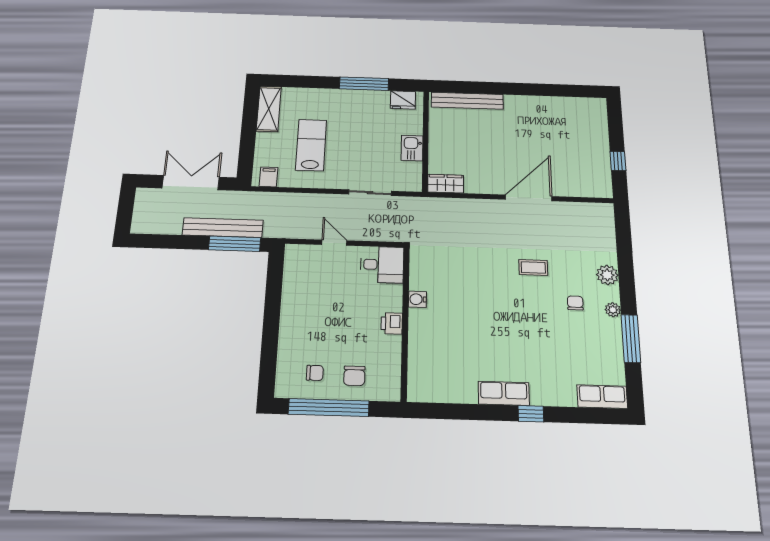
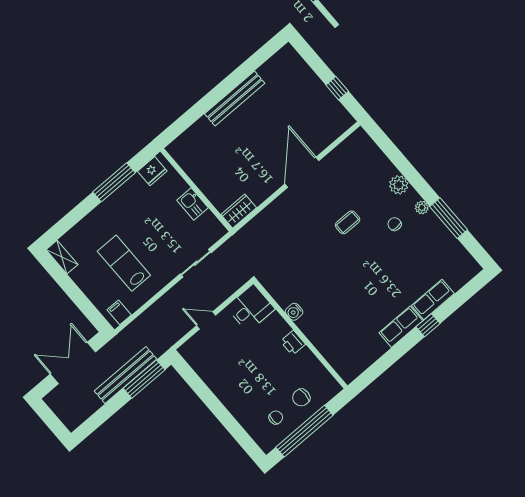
bench: (467, 101) -> (235, 98), moved
shelving: (269, 109) -> (62, 257), width x0.67, depth x0.75
chair: (354, 376) -> (301, 398), turned 90
row of seats: (602, 397) -> (433, 300), moved

